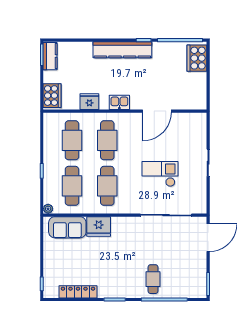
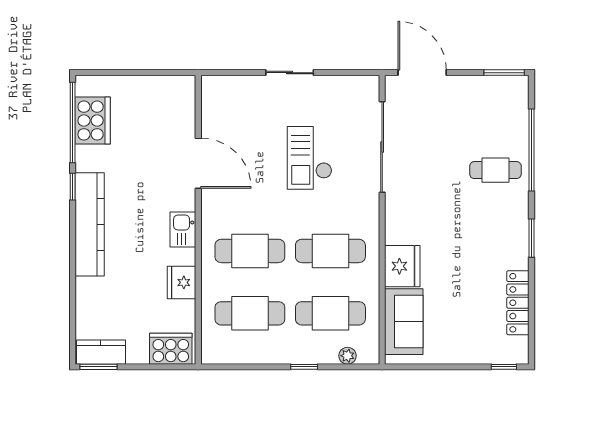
cooker: (197, 58) -> (93, 121), moved, turned -90
plant: (48, 209) -> (348, 356), moved

